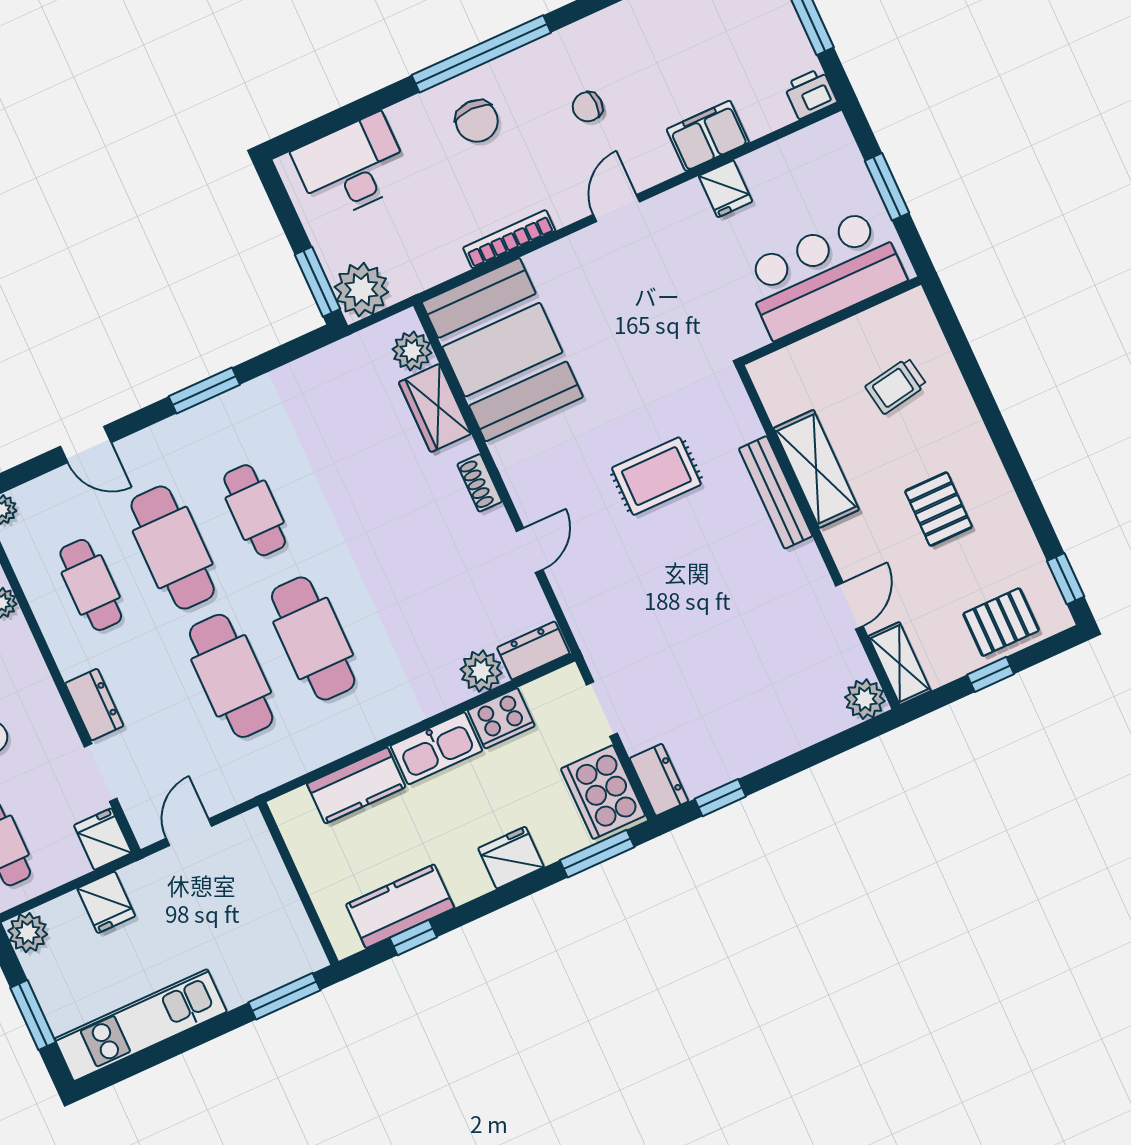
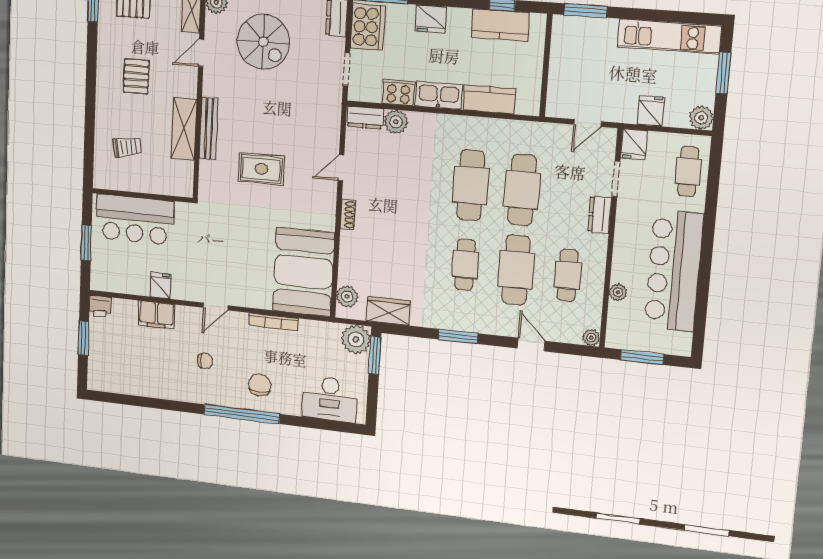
wardrobe: (435, 408) -> (388, 311), moved, turned -90
spiral stairs: (757, 679) -> (263, 42), added

